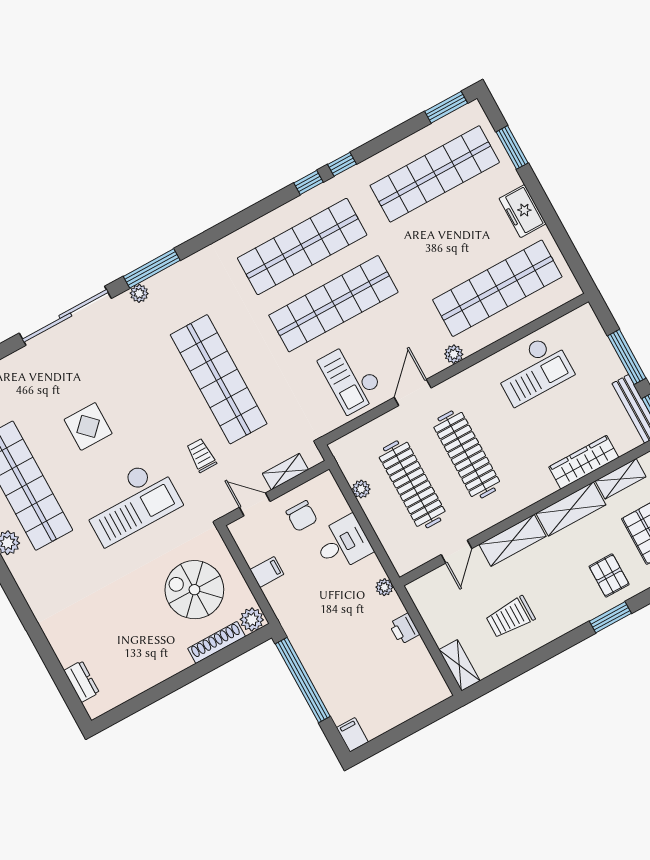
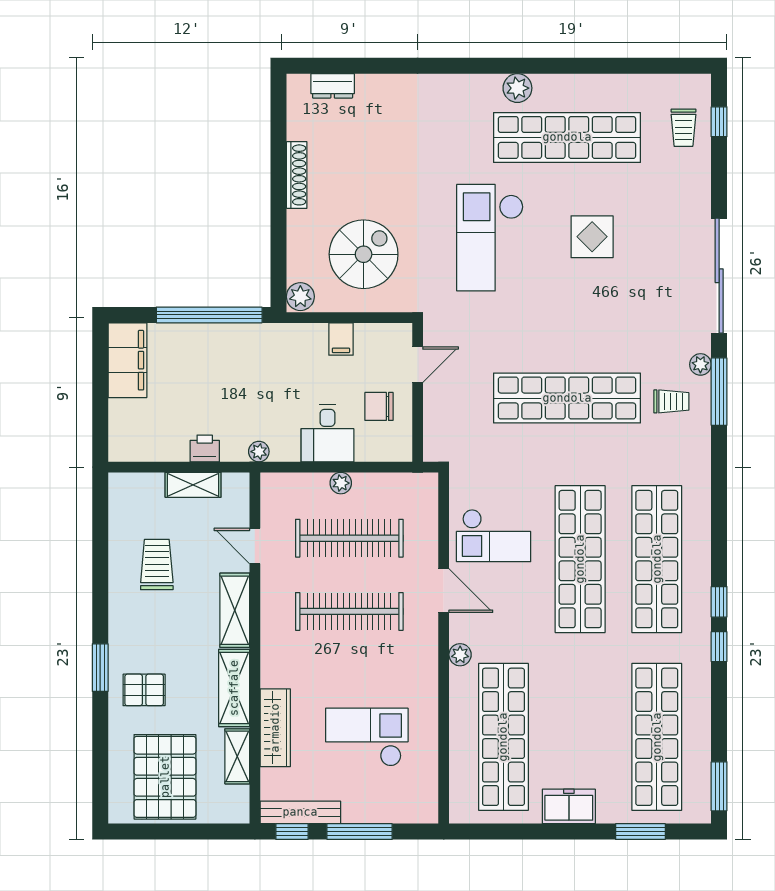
checkout: (533, 370) -> (367, 737), moved, turned 90
checkout: (351, 378) -> (494, 536), turned 180
trolley: (201, 455) -> (671, 401), moved
shelving: (285, 472) -> (434, 415), removed
plant: (361, 489) -> (341, 483), moved
shoe rack: (217, 642) -> (297, 175), moved
shelving: (459, 665) -> (193, 485), moved
filing cabinet: (352, 735) -> (127, 360), width x3.00, depth x1.17

